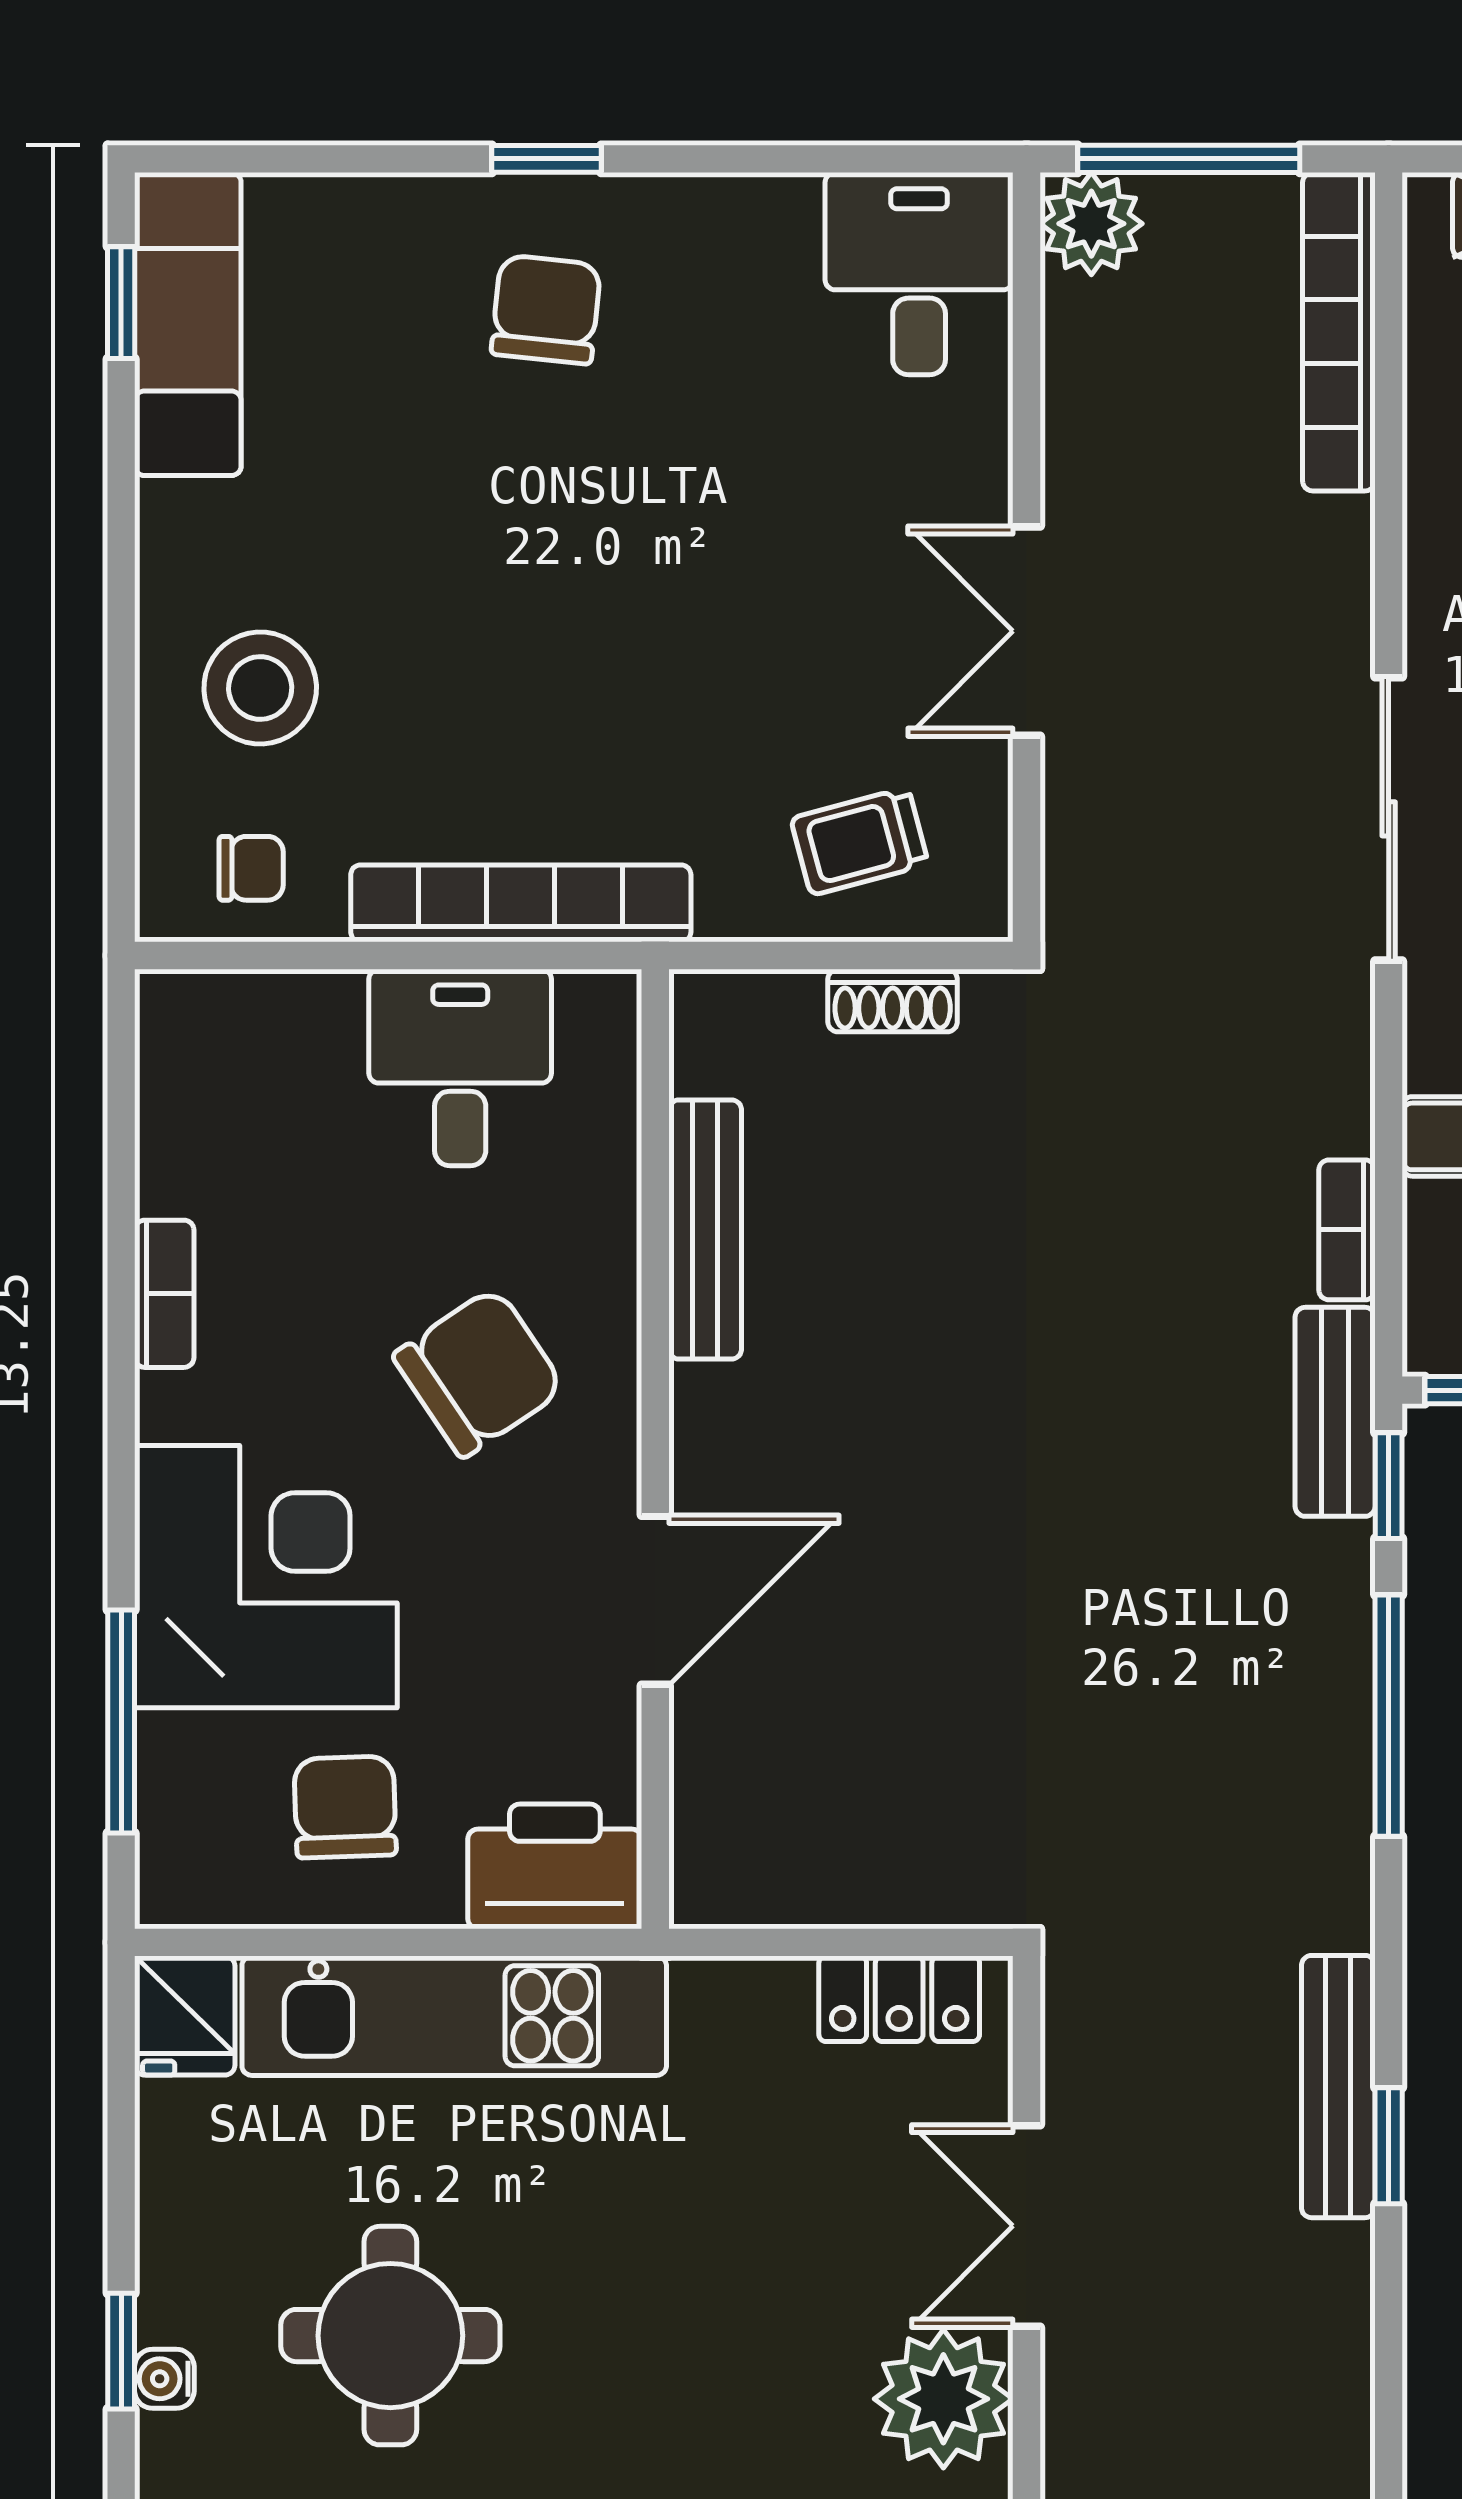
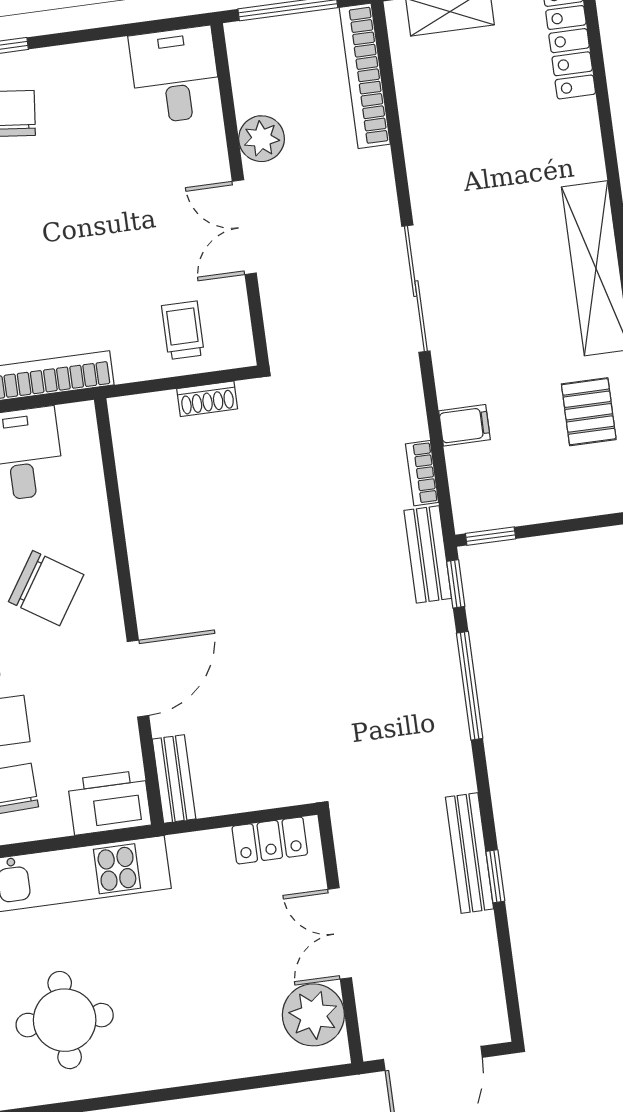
plant: (1091, 224) -> (262, 139), moved
trolley: (860, 841) -> (183, 330), turned 105
bench: (705, 1230) -> (174, 779), moved, width x0.73
chair: (479, 1372) -> (46, 588), turned 67

